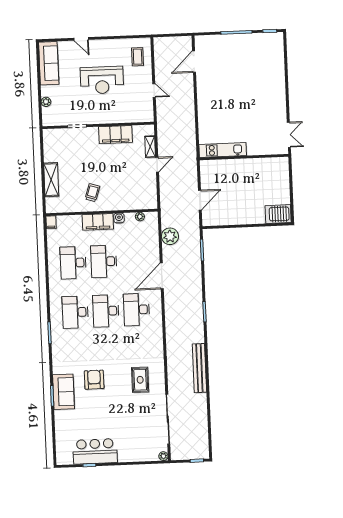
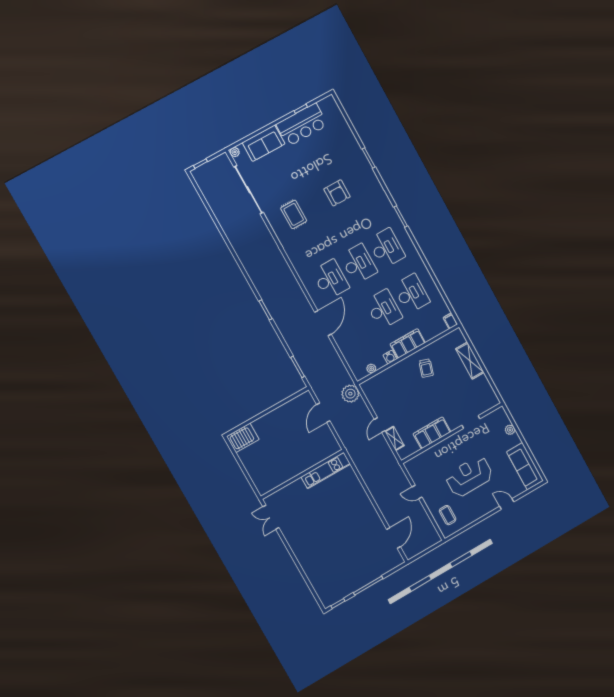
plant: (170, 236) -> (350, 394), moved
bench: (199, 368) -> (243, 254), removed
sofa: (63, 392) -> (264, 143), moved, turned -90

